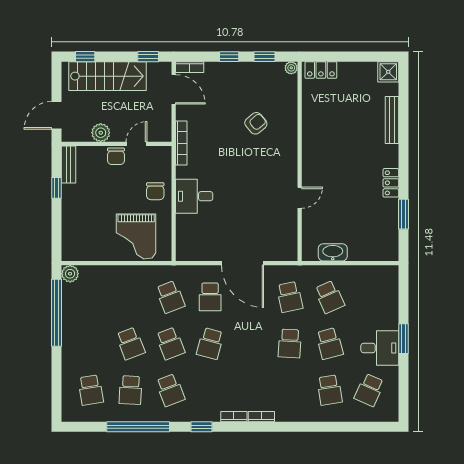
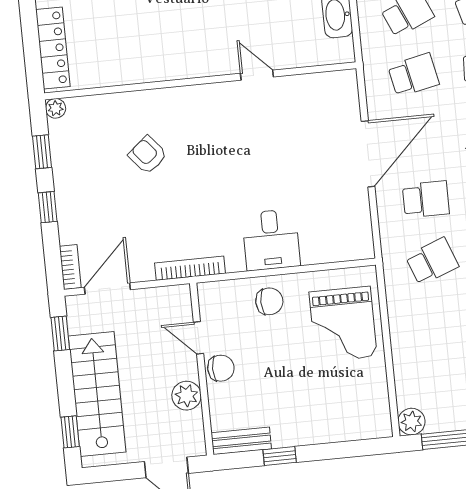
locker: (321, 70) -> (53, 48), width x1.53
grand piano: (136, 236) -> (343, 324), turned 90

